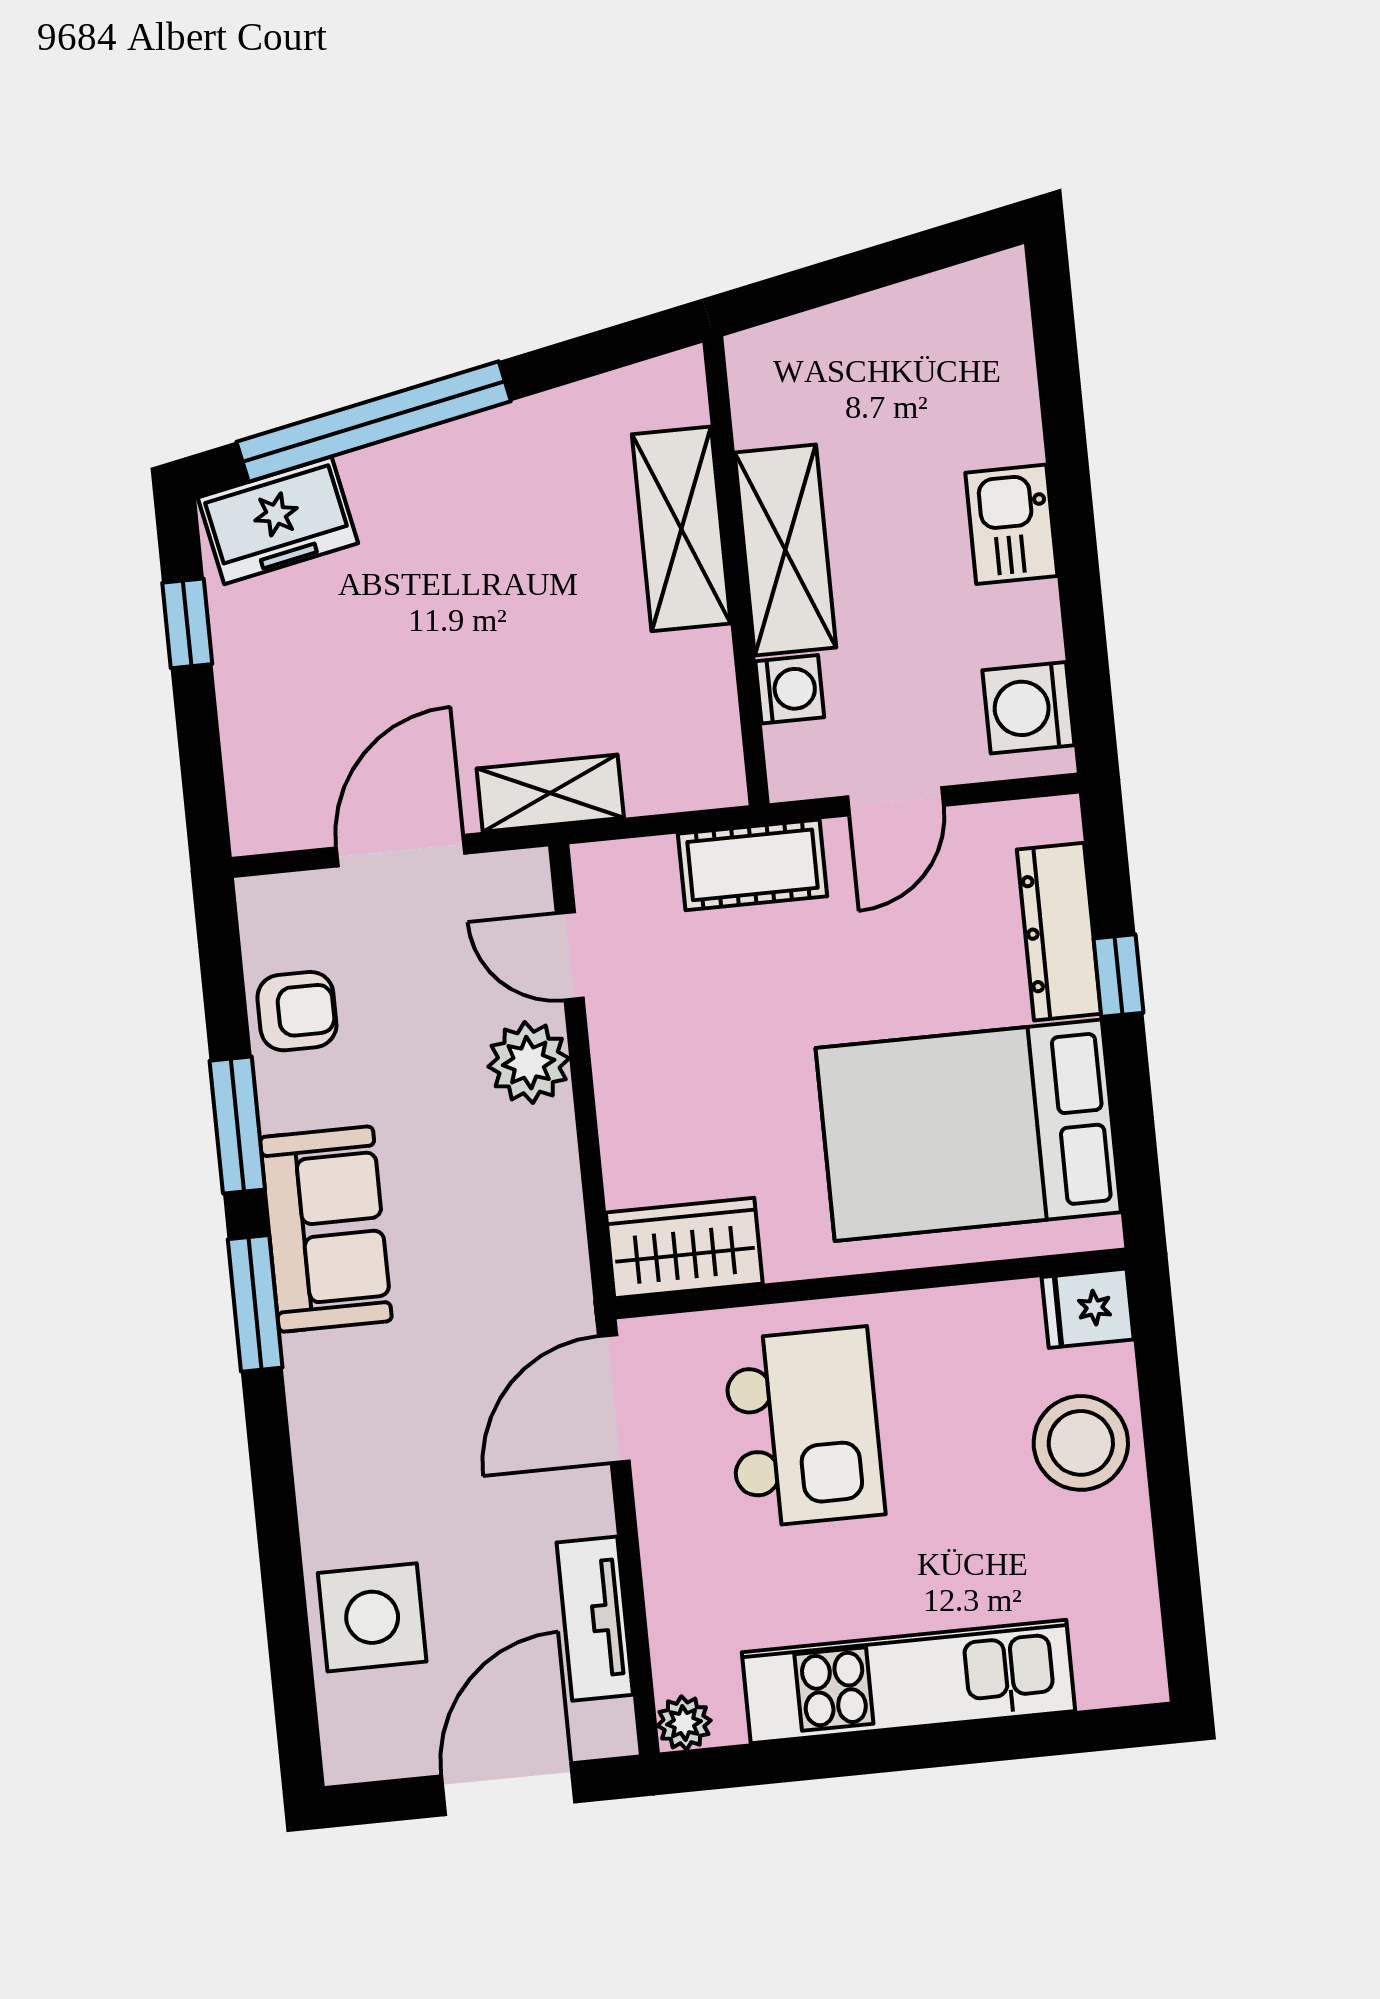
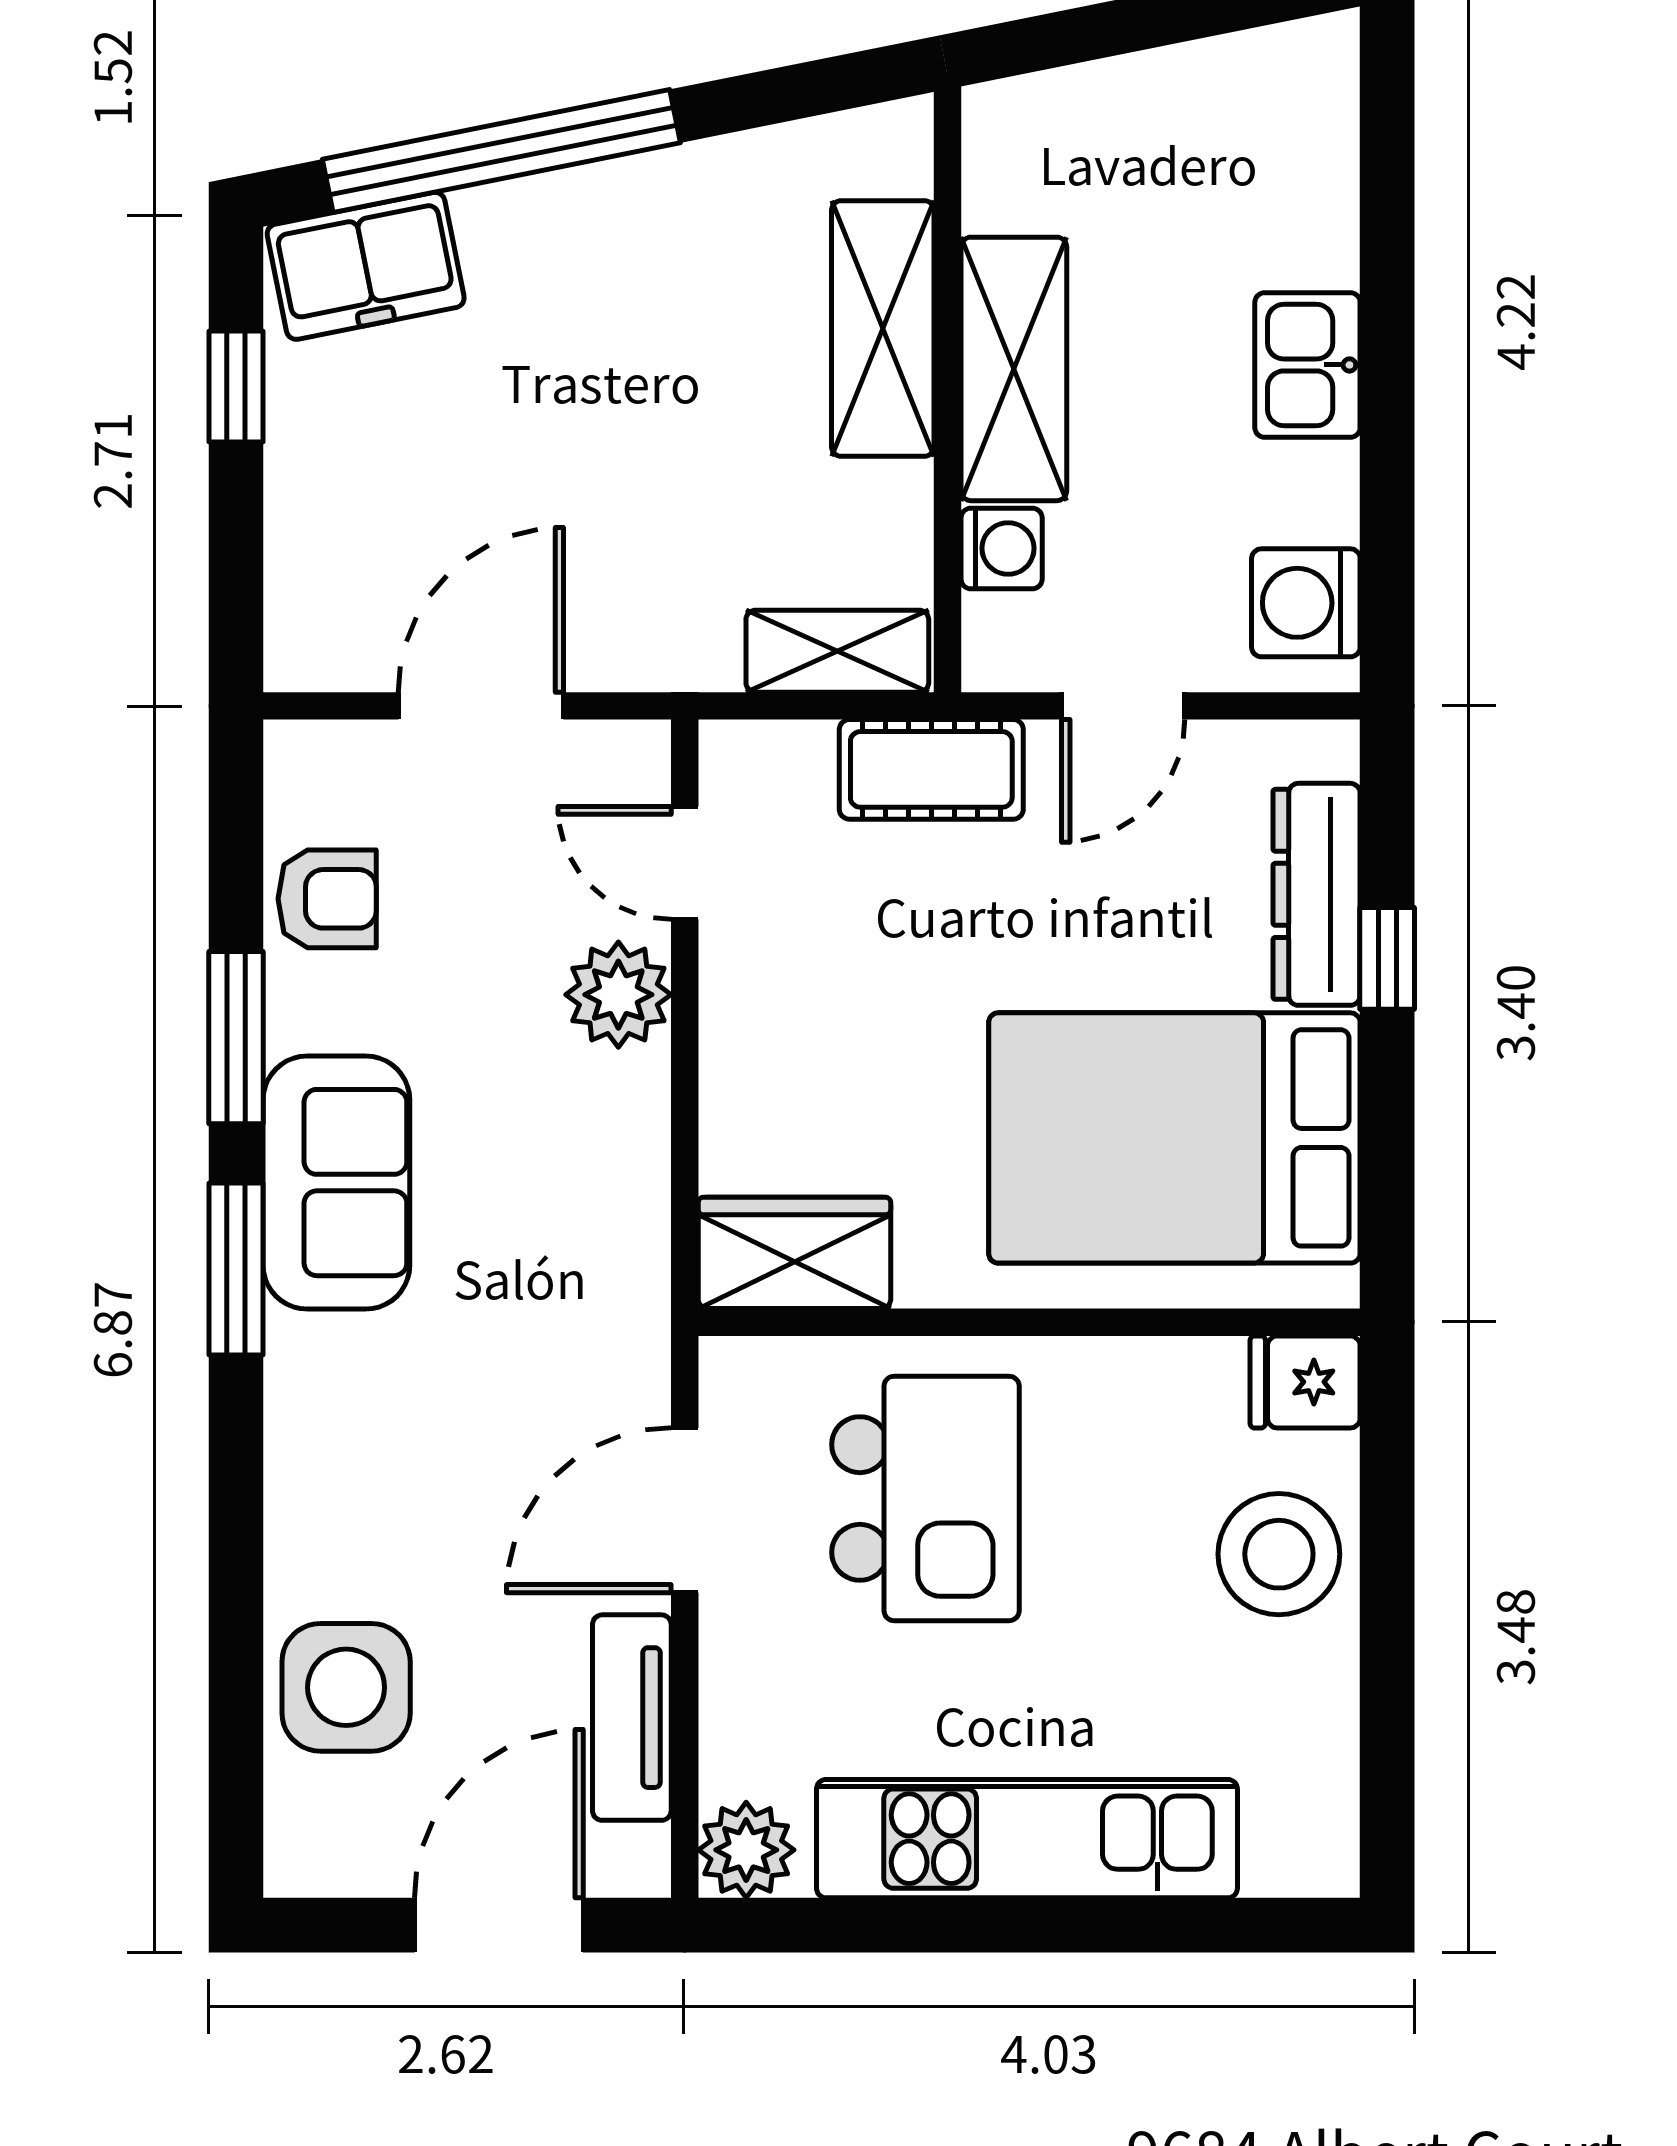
shelving: (550, 793) -> (837, 651), moved
door: (614, 1399) -> (685, 1510), moved
plant: (684, 1723) -> (746, 1850), width x1.38, depth x1.38

